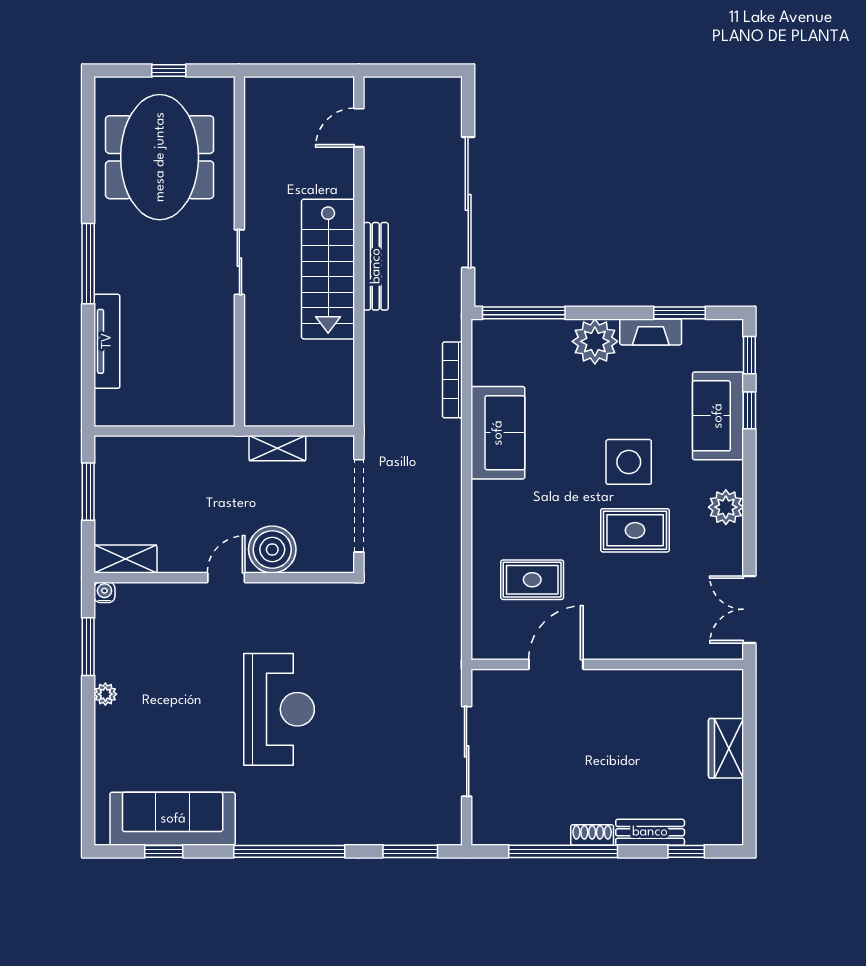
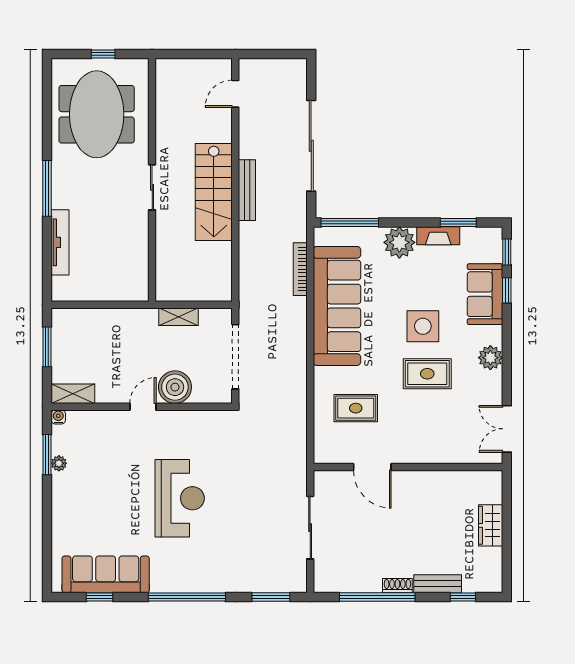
sofa: (498, 433) -> (337, 306), width x1.85, depth x1.27
door: (556, 664) -> (372, 467), swing flipped
plant: (105, 694) -> (59, 463), moved

